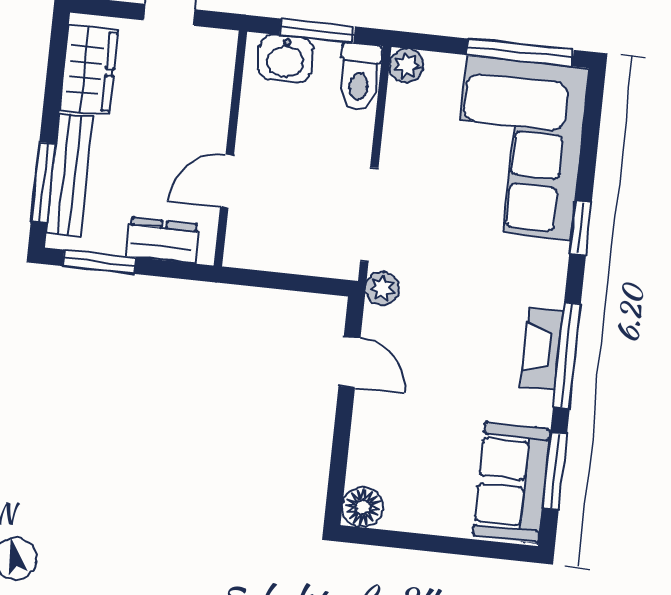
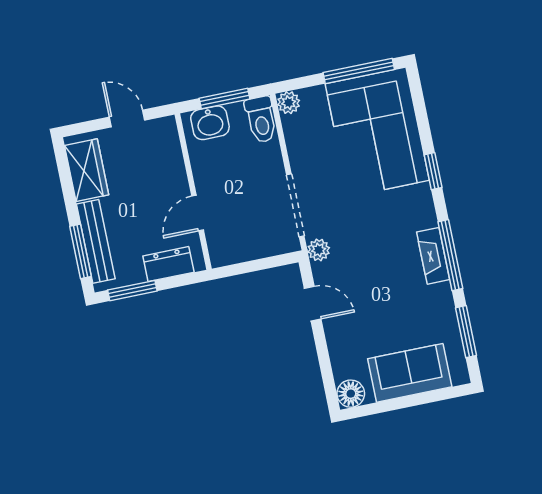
sofa: (512, 483) -> (410, 373), moved, turned 90

